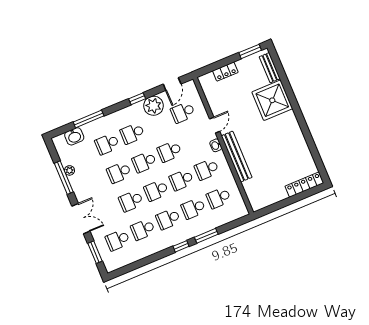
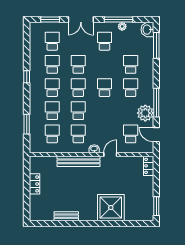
bench: (270, 68) -> (66, 216), moved
locker: (225, 72) -> (149, 166), moved
window: (137, 99) -> (156, 103), width x2.17
window: (89, 119) -> (156, 45), moved
door: (215, 125) -> (110, 154), swing flipped
washbasin: (74, 136) -> (147, 30), moved
school desk: (170, 151) -> (104, 111), removed
school desk: (119, 172) -> (104, 41), moved
locker: (304, 185) -> (34, 184), moved, width x0.66
window: (206, 236) -> (27, 124), moved
window: (181, 246) -> (27, 77), moved

